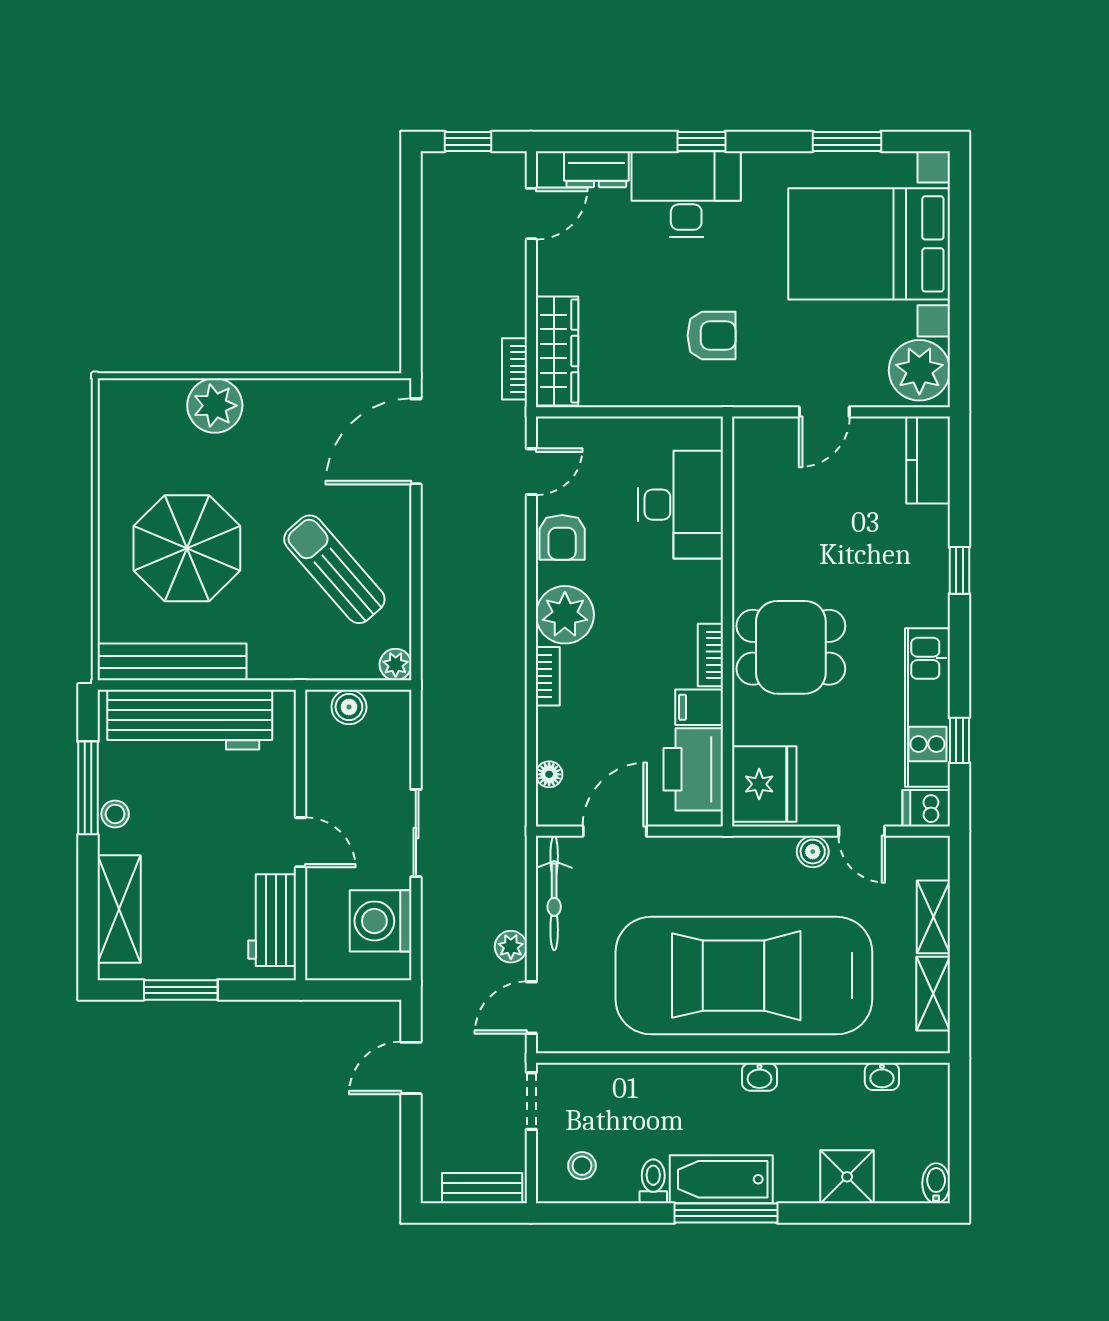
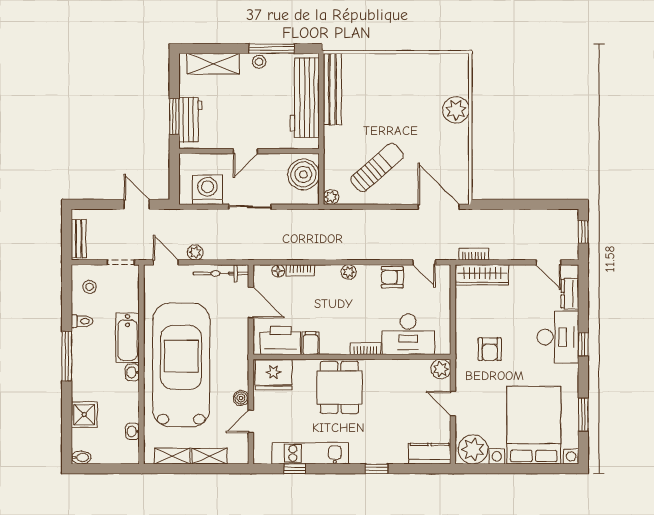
plant: (753, 437) -> (441, 369), added
parasol: (187, 548) -> (387, 96), removed
plant: (565, 615) -> (349, 272), width x0.53, depth x0.53
bookcase: (710, 655) -> (366, 349), moved
bookcase: (548, 676) -> (300, 270), moved
boiler: (349, 707) -> (303, 174), width x1.86, depth x1.86
dishwasher: (926, 808) -> (262, 453), removed
workbench: (272, 920) -> (190, 120), moved, turned 90
window: (181, 990) -> (174, 116), moved
bathtub: (721, 1179) -> (128, 338), moved, turned 180

